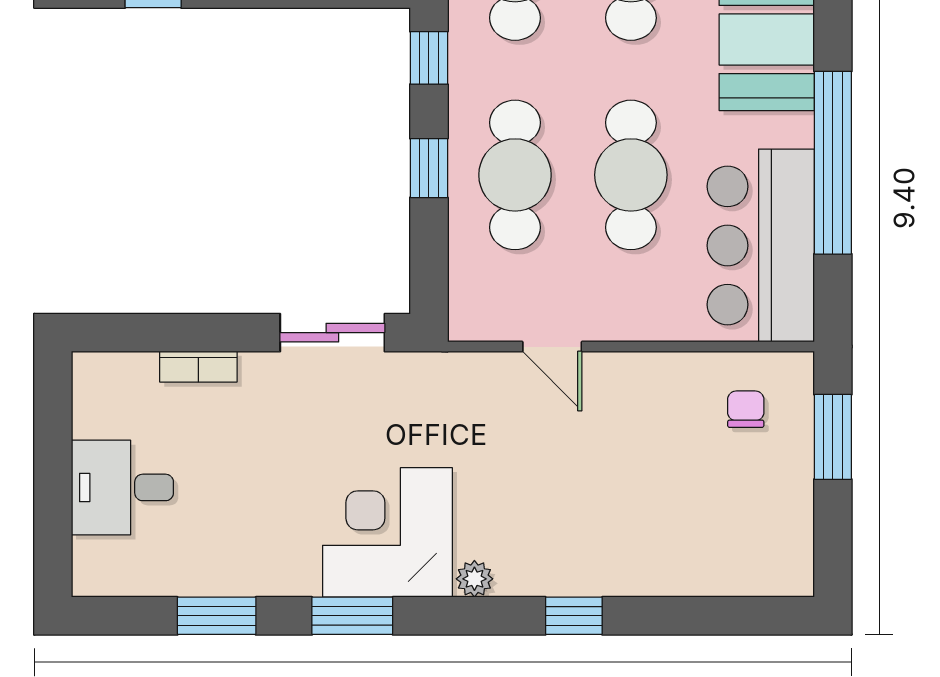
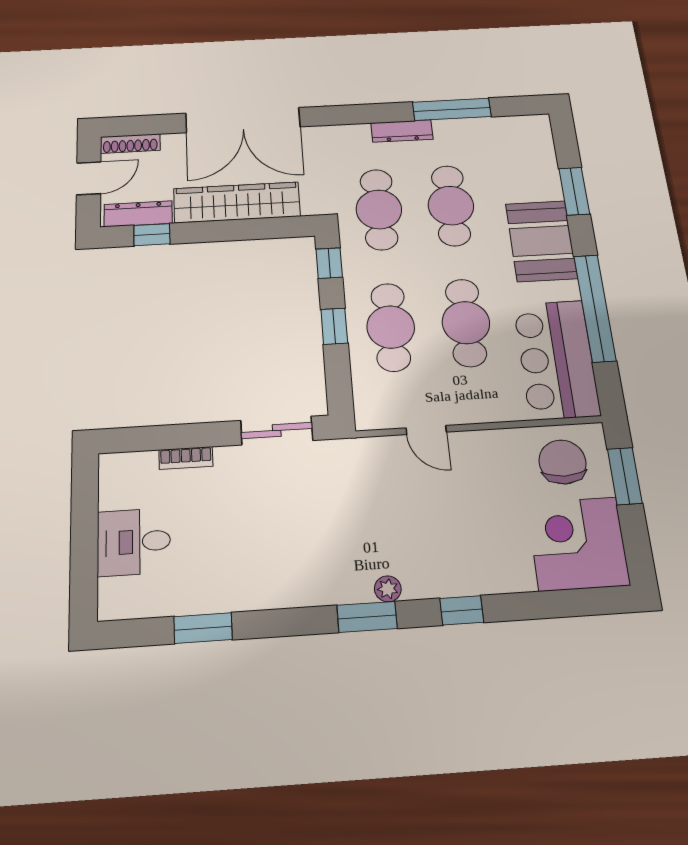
chair: (746, 409) -> (563, 462), width x1.87, depth x1.87
corner desk: (387, 532) -> (578, 544), moved
window: (352, 616) -> (367, 617), moved

